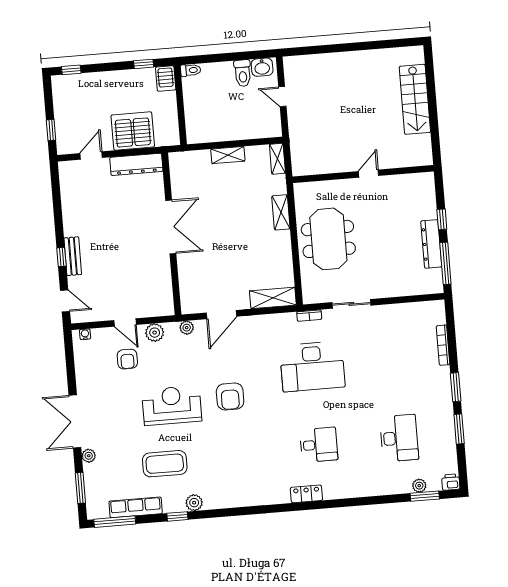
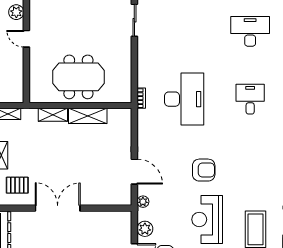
plant: (399, 159) -> (16, 12), added
pallet: (194, 177) -> (17, 185), added
shelving: (273, 298) -> (88, 116), moved, turned 90
sliding door: (351, 304) -> (134, 20), moved

